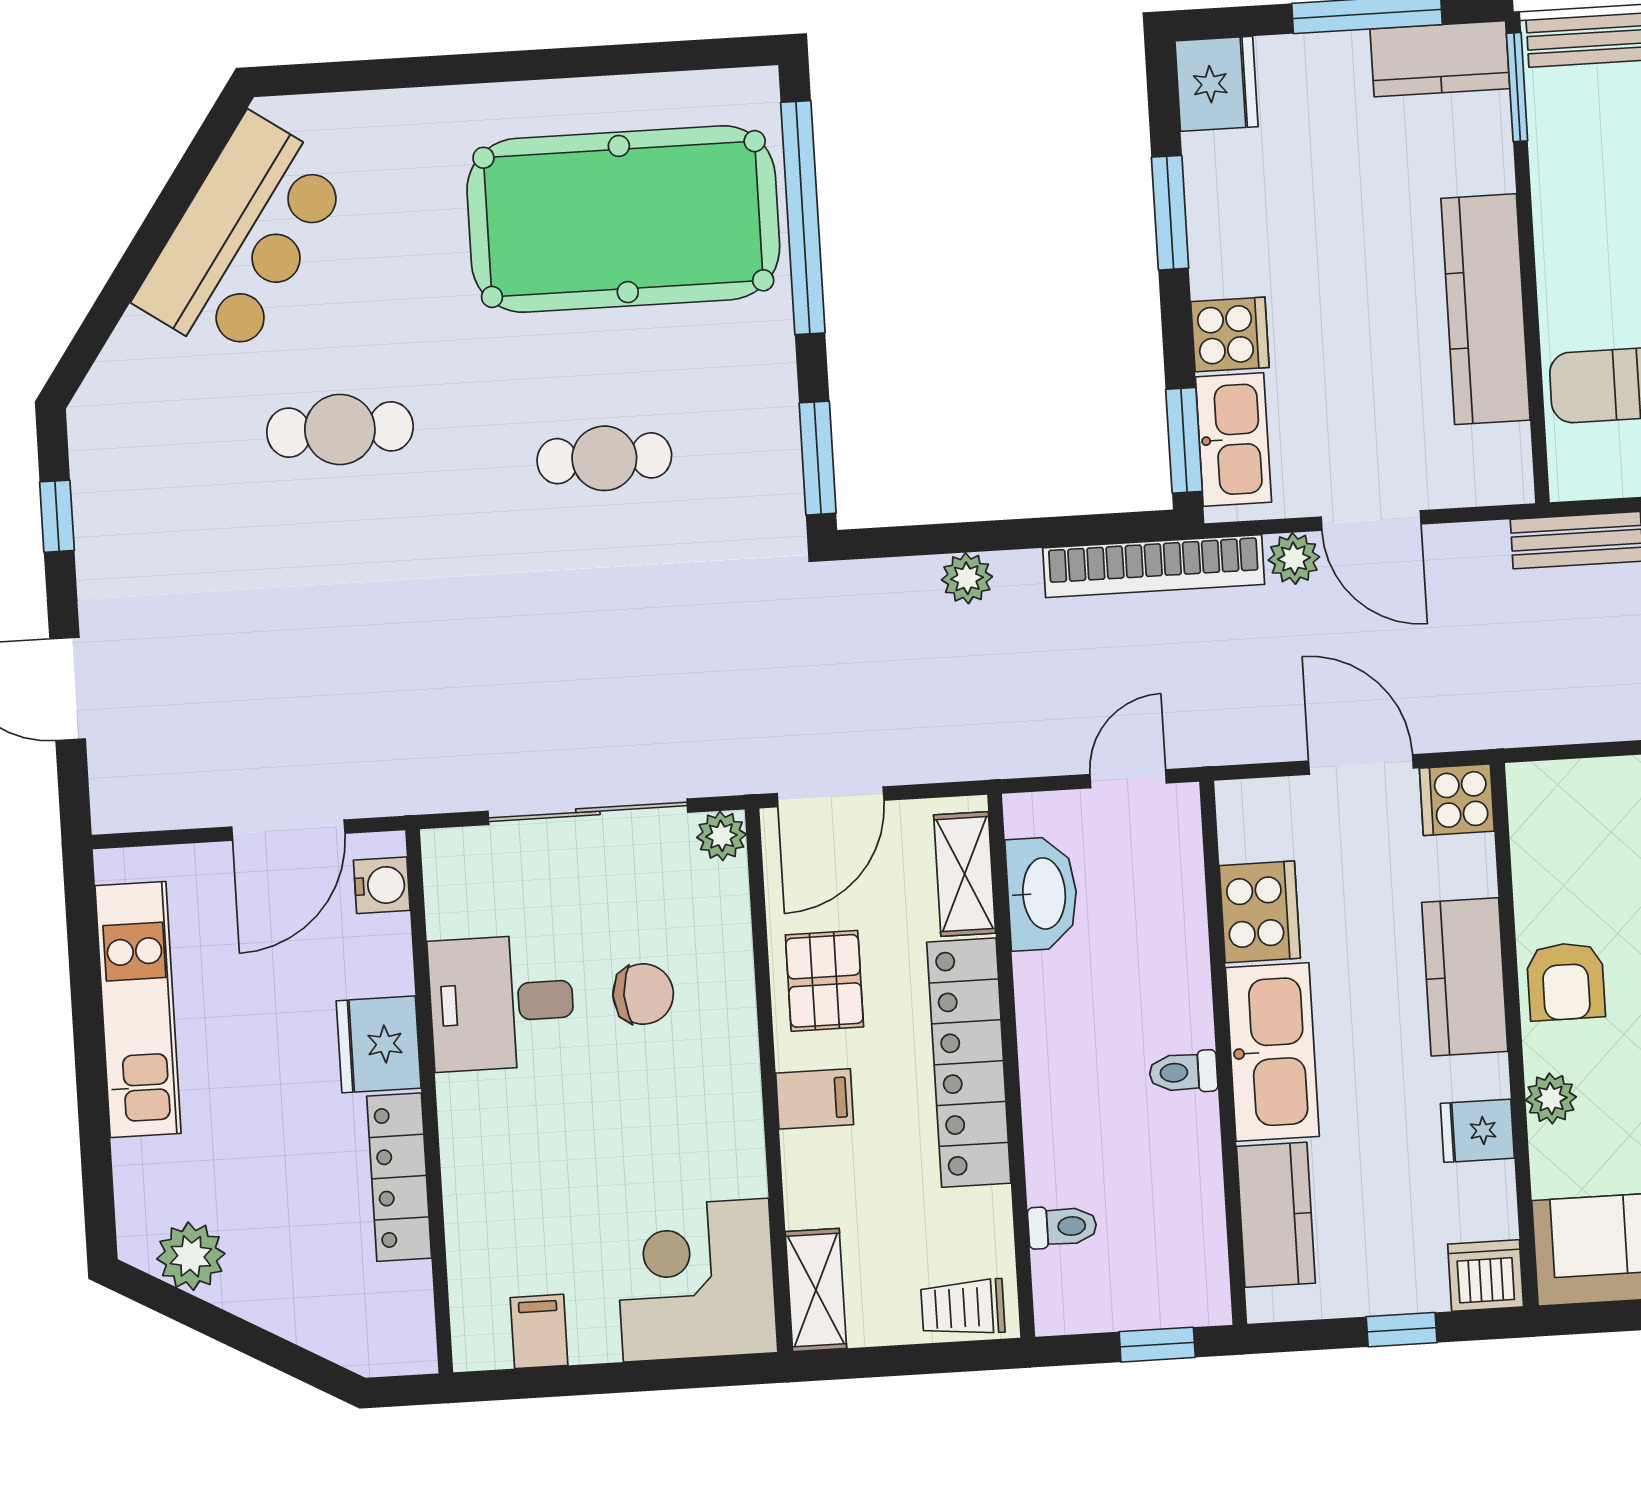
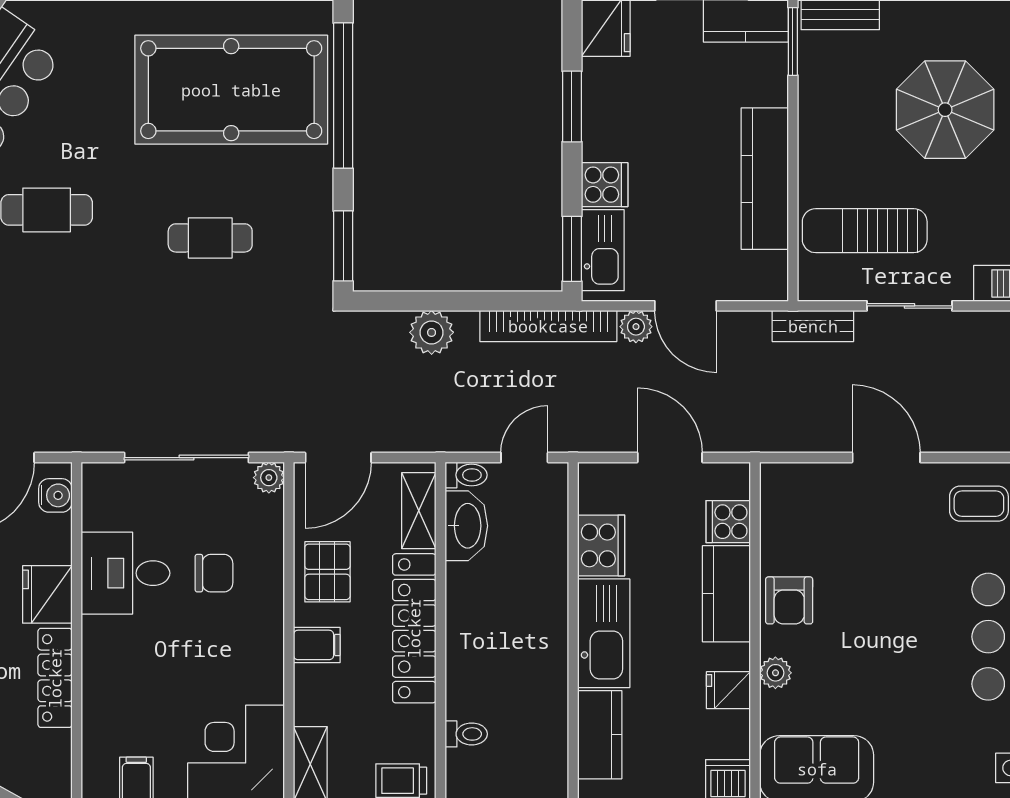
plant: (967, 578) -> (432, 332), width x1.38, depth x1.38
cooker: (1457, 800) -> (728, 522), moved
toilet: (1183, 1072) -> (466, 475), moved, turned 180

